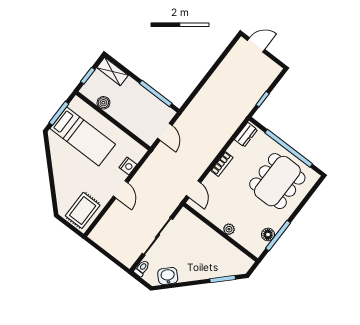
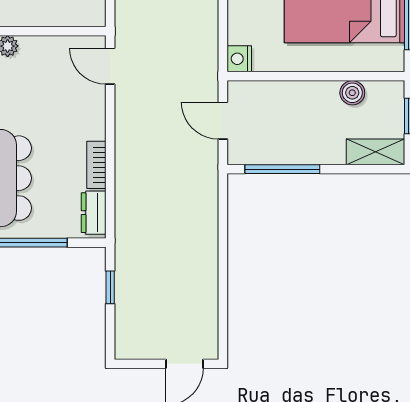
bookcase: (222, 164) -> (96, 165), moved
nightstand: (128, 166) -> (239, 59), moved

